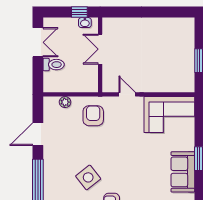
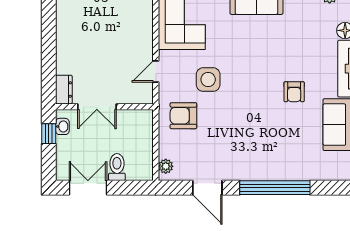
dresser: (113, 24) -> (64, 90), added
plant: (65, 102) -> (166, 166), moved
side table: (88, 177) -> (208, 80), moved, turned 38

